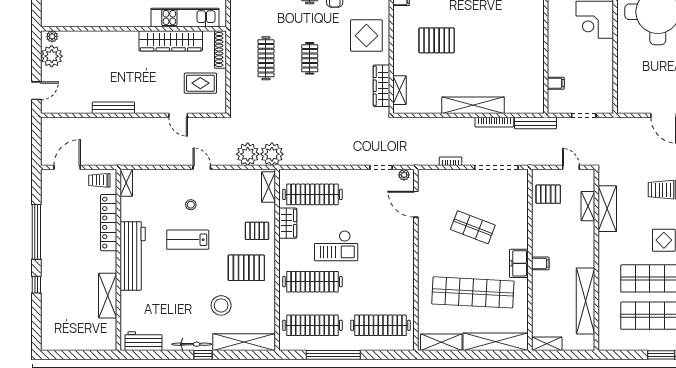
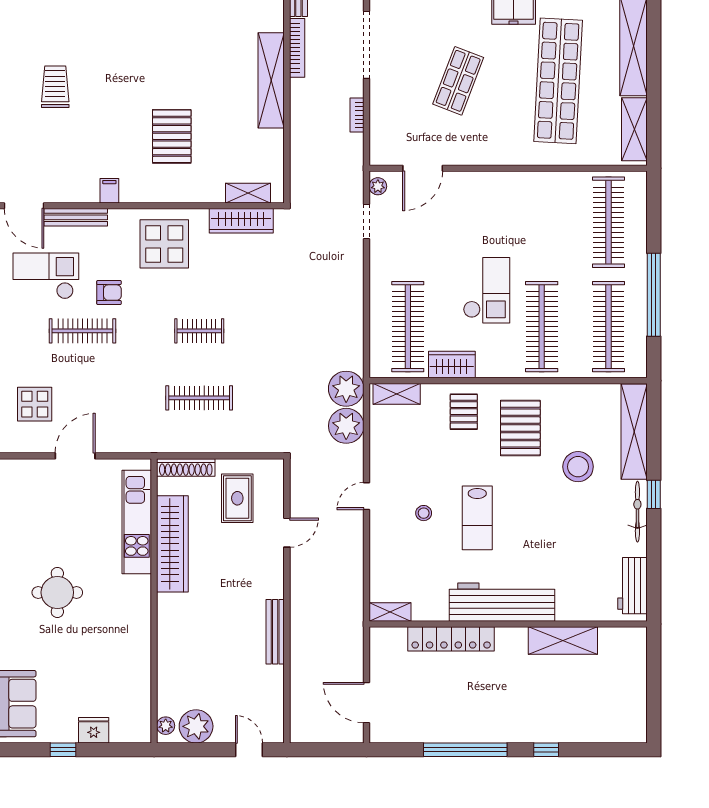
trolley: (99, 180) -> (386, 653), removed

